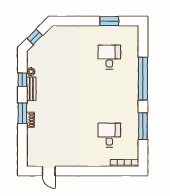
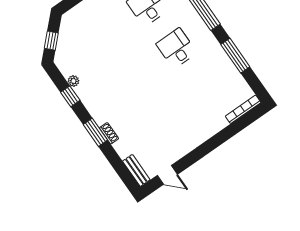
bench: (31, 89) -> (136, 170), moved
desk: (109, 135) -> (176, 48), moved

